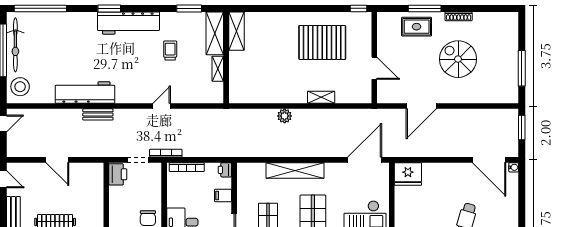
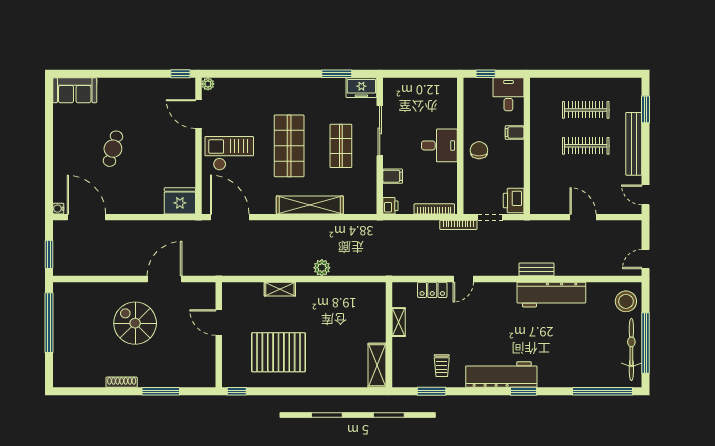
rug: (417, 27) -> (170, 370), removed
shelving: (215, 33) -> (402, 363), removed
trolley: (170, 50) -> (442, 366), moved
spiral stairs: (458, 59) -> (135, 323), moved, turned 180
window: (522, 68) -> (49, 323), width x1.46
locker: (189, 97) -> (432, 290), added
door: (365, 160) -> (230, 217), swing flipped

